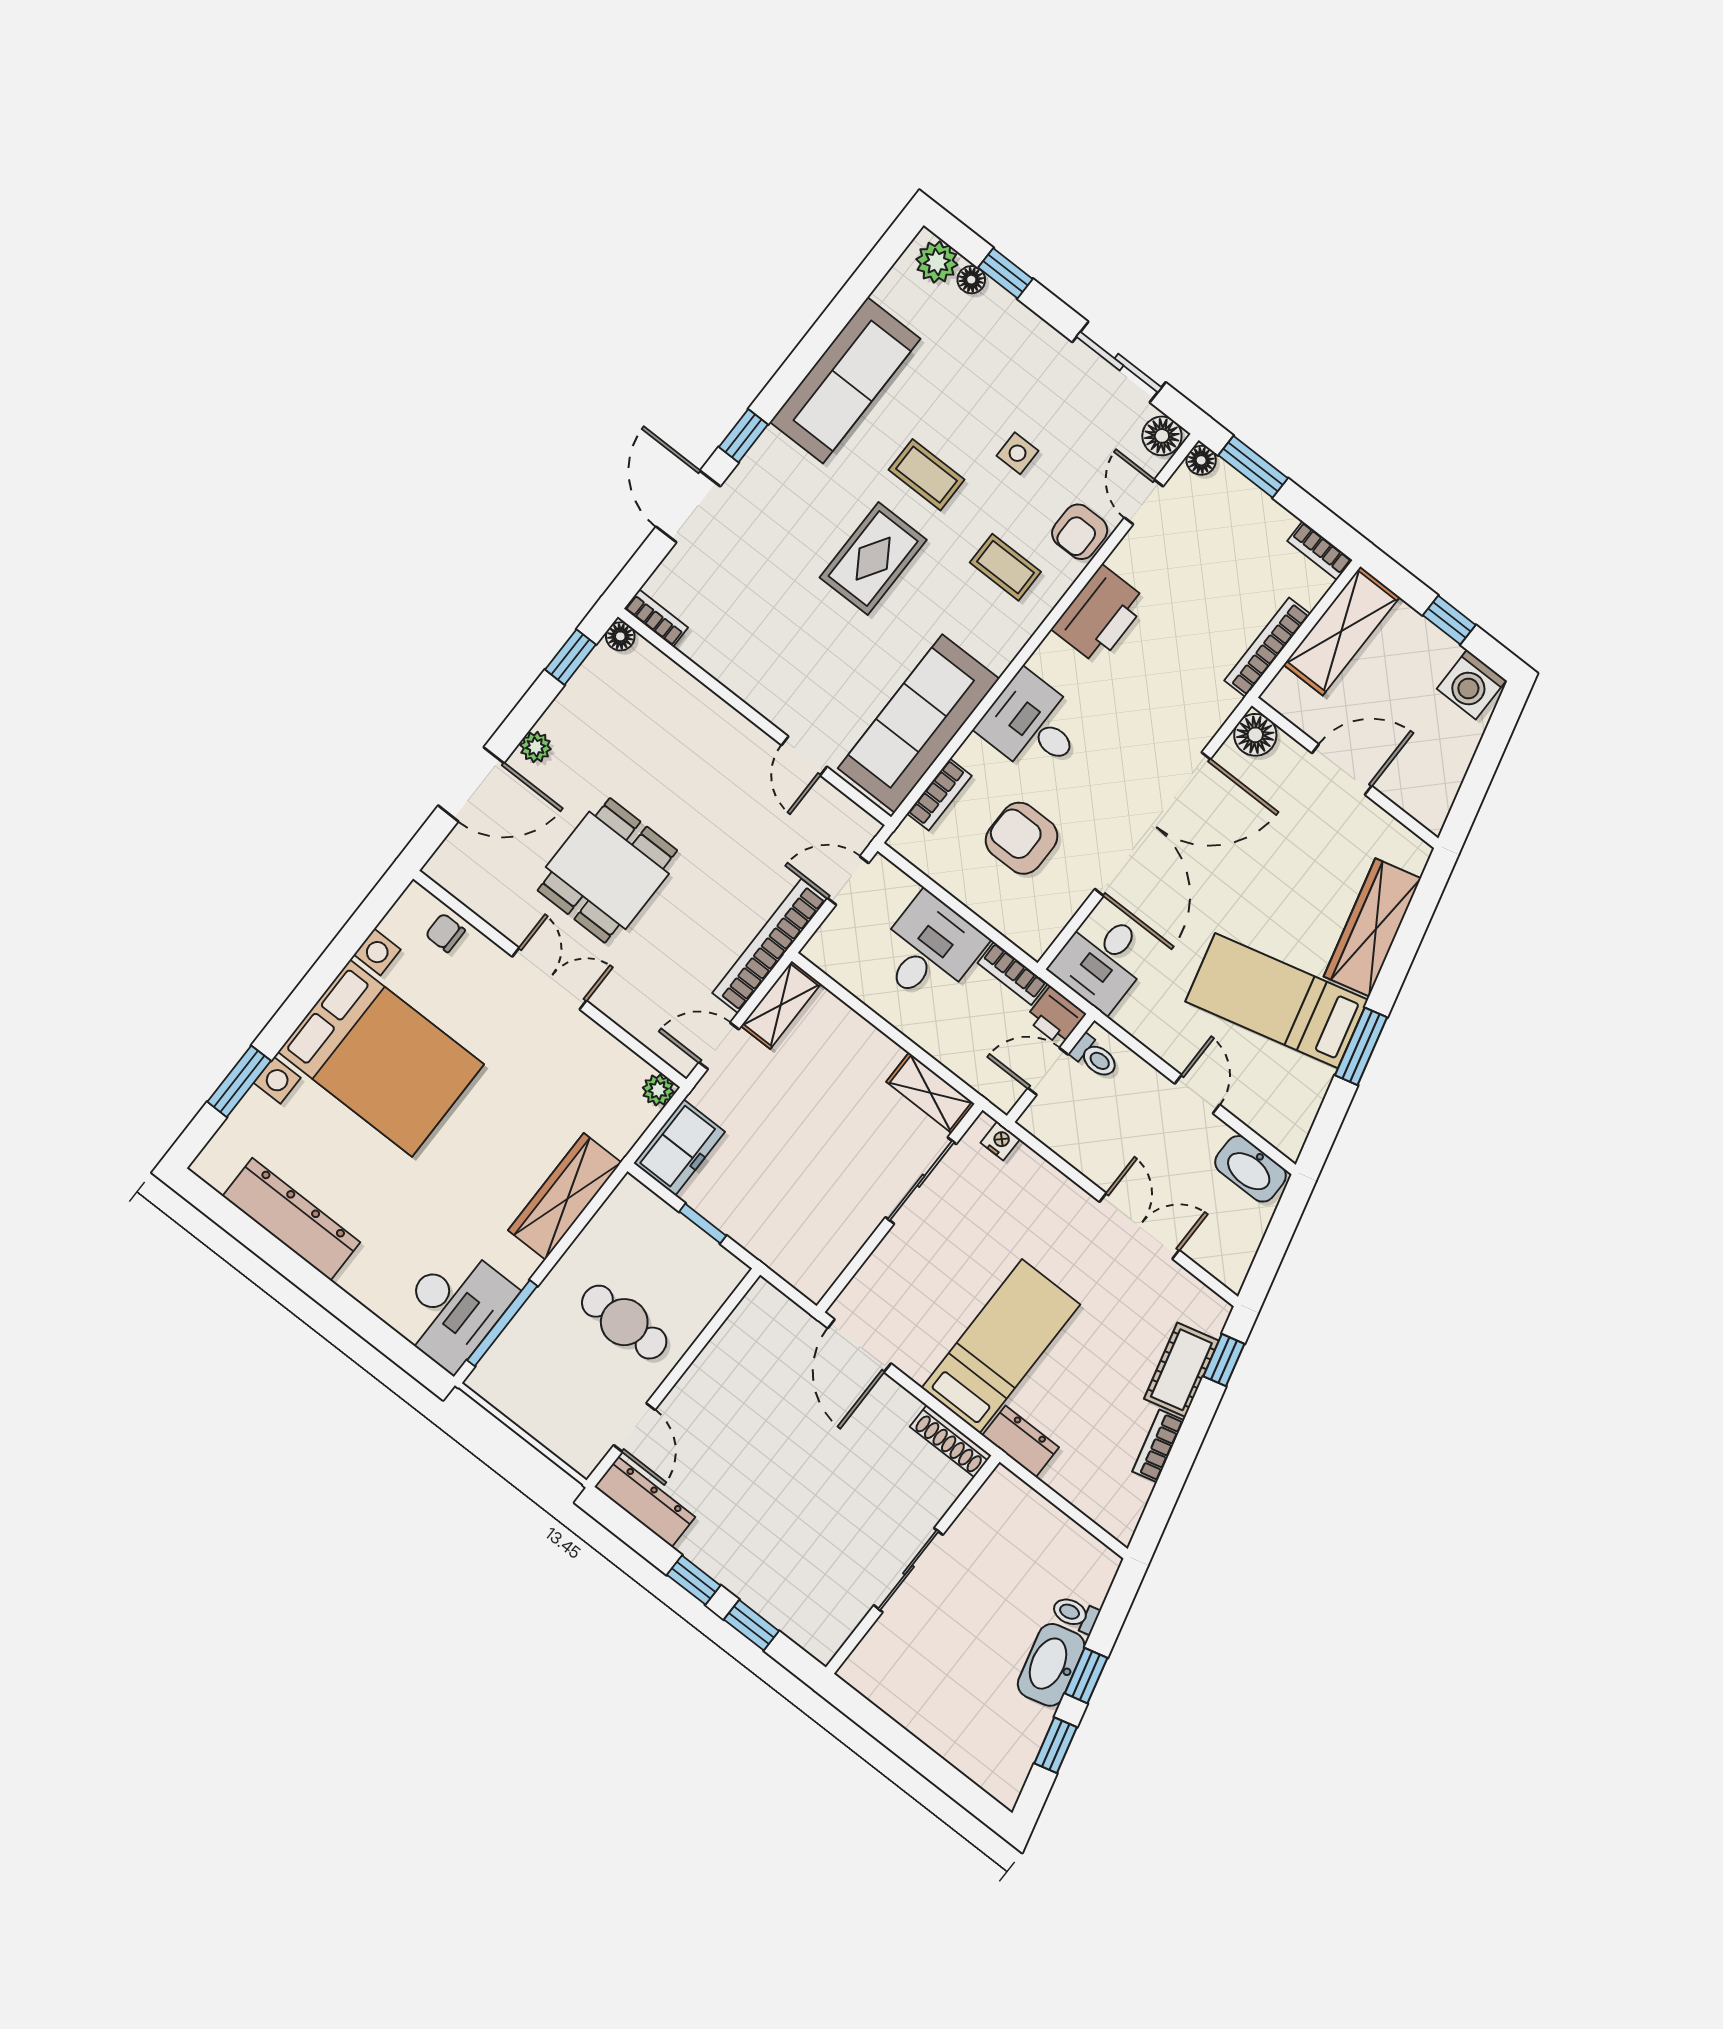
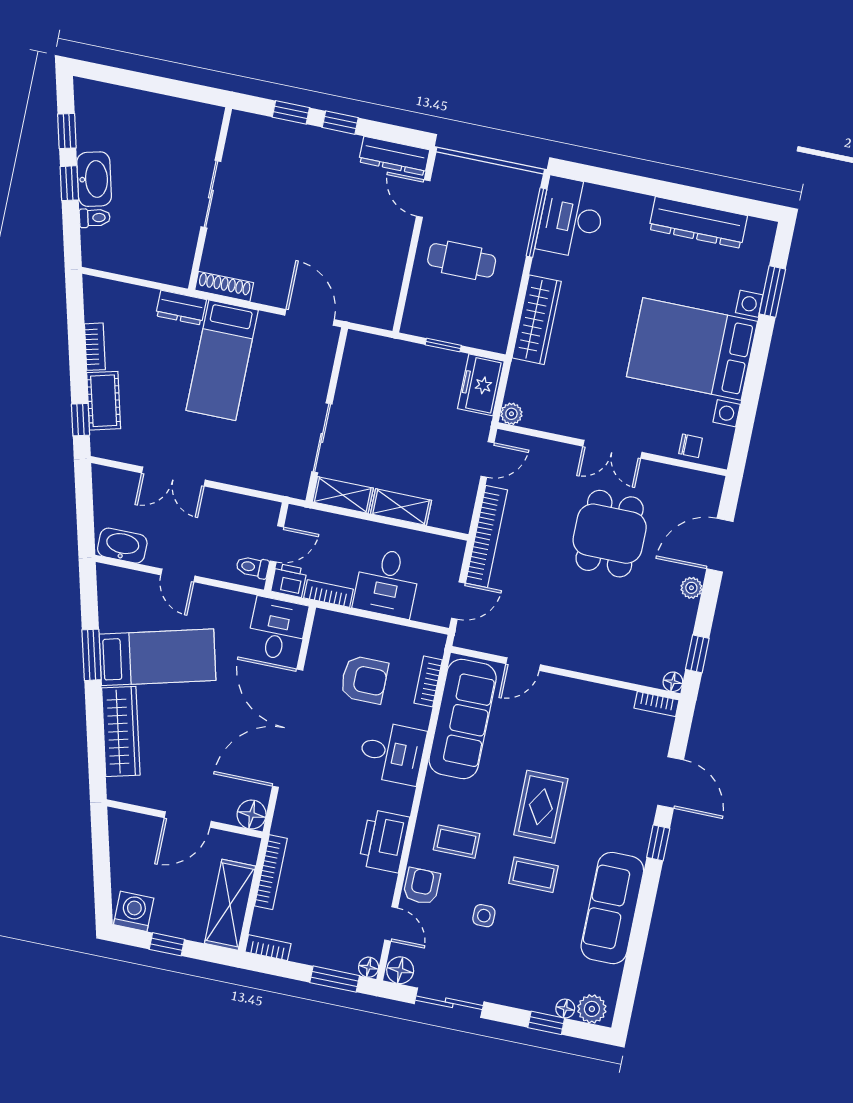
door: (804, 756) -> (523, 664), swing flipped
shelving: (781, 1005) -> (401, 507), moved, turned 90
nightstand: (1000, 1141) -> (285, 487), removed

